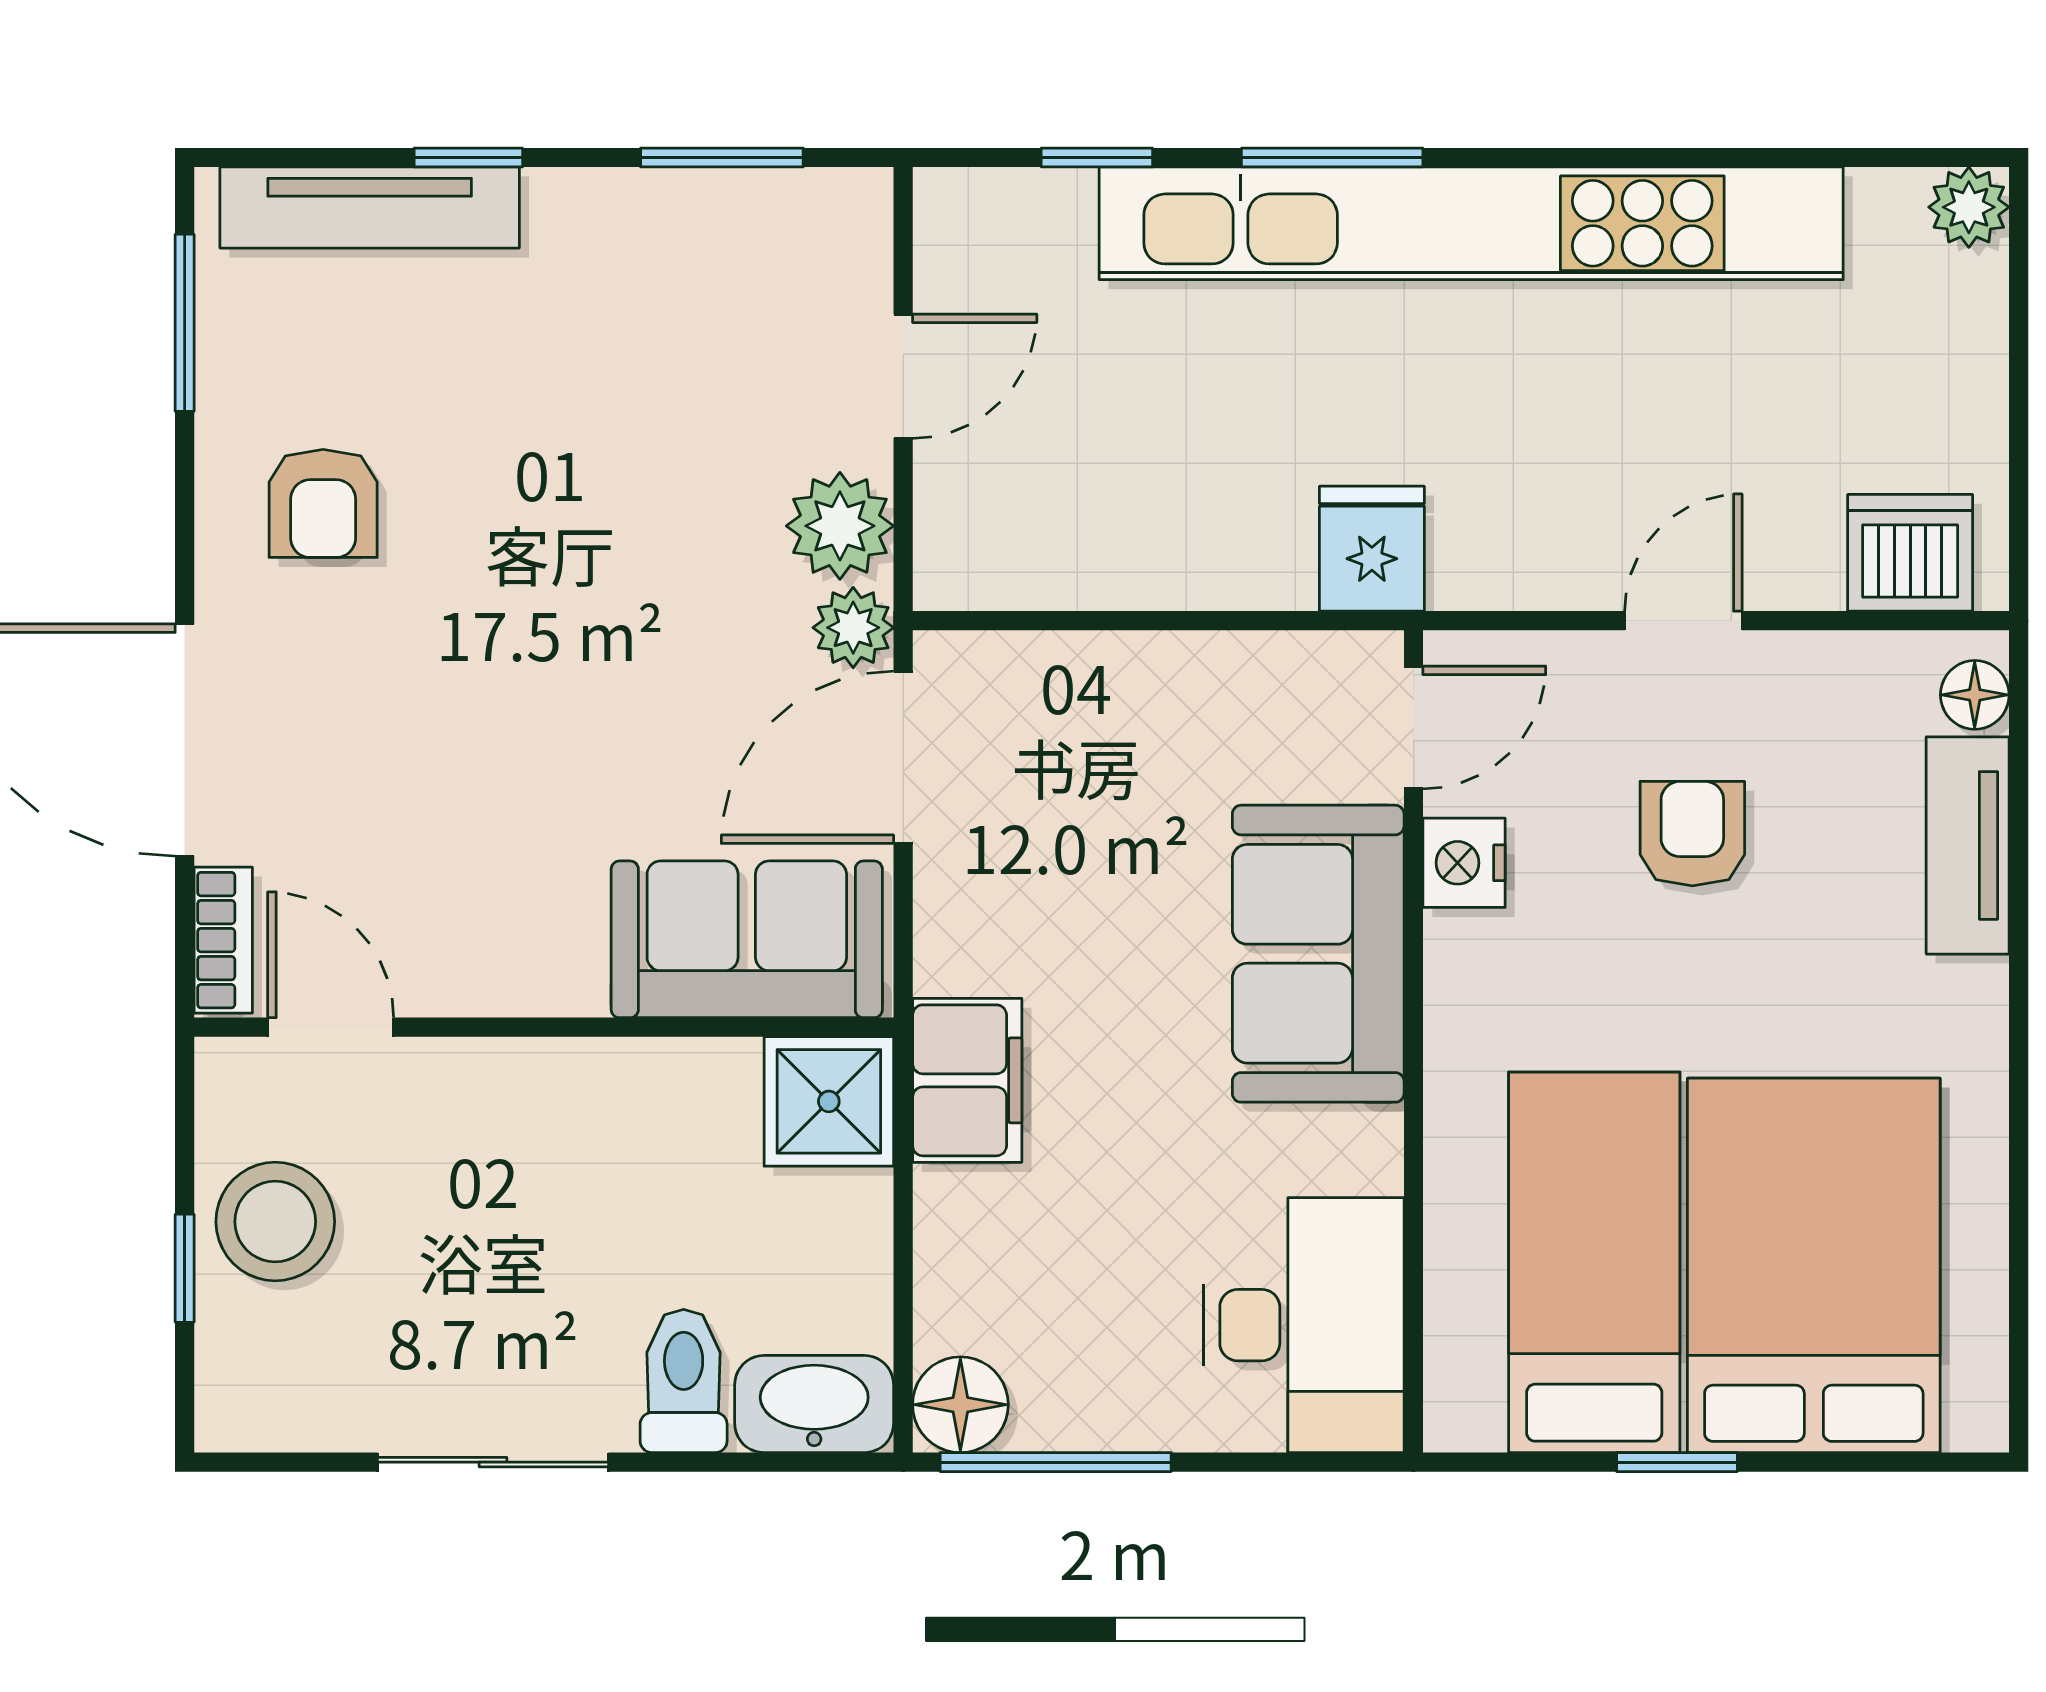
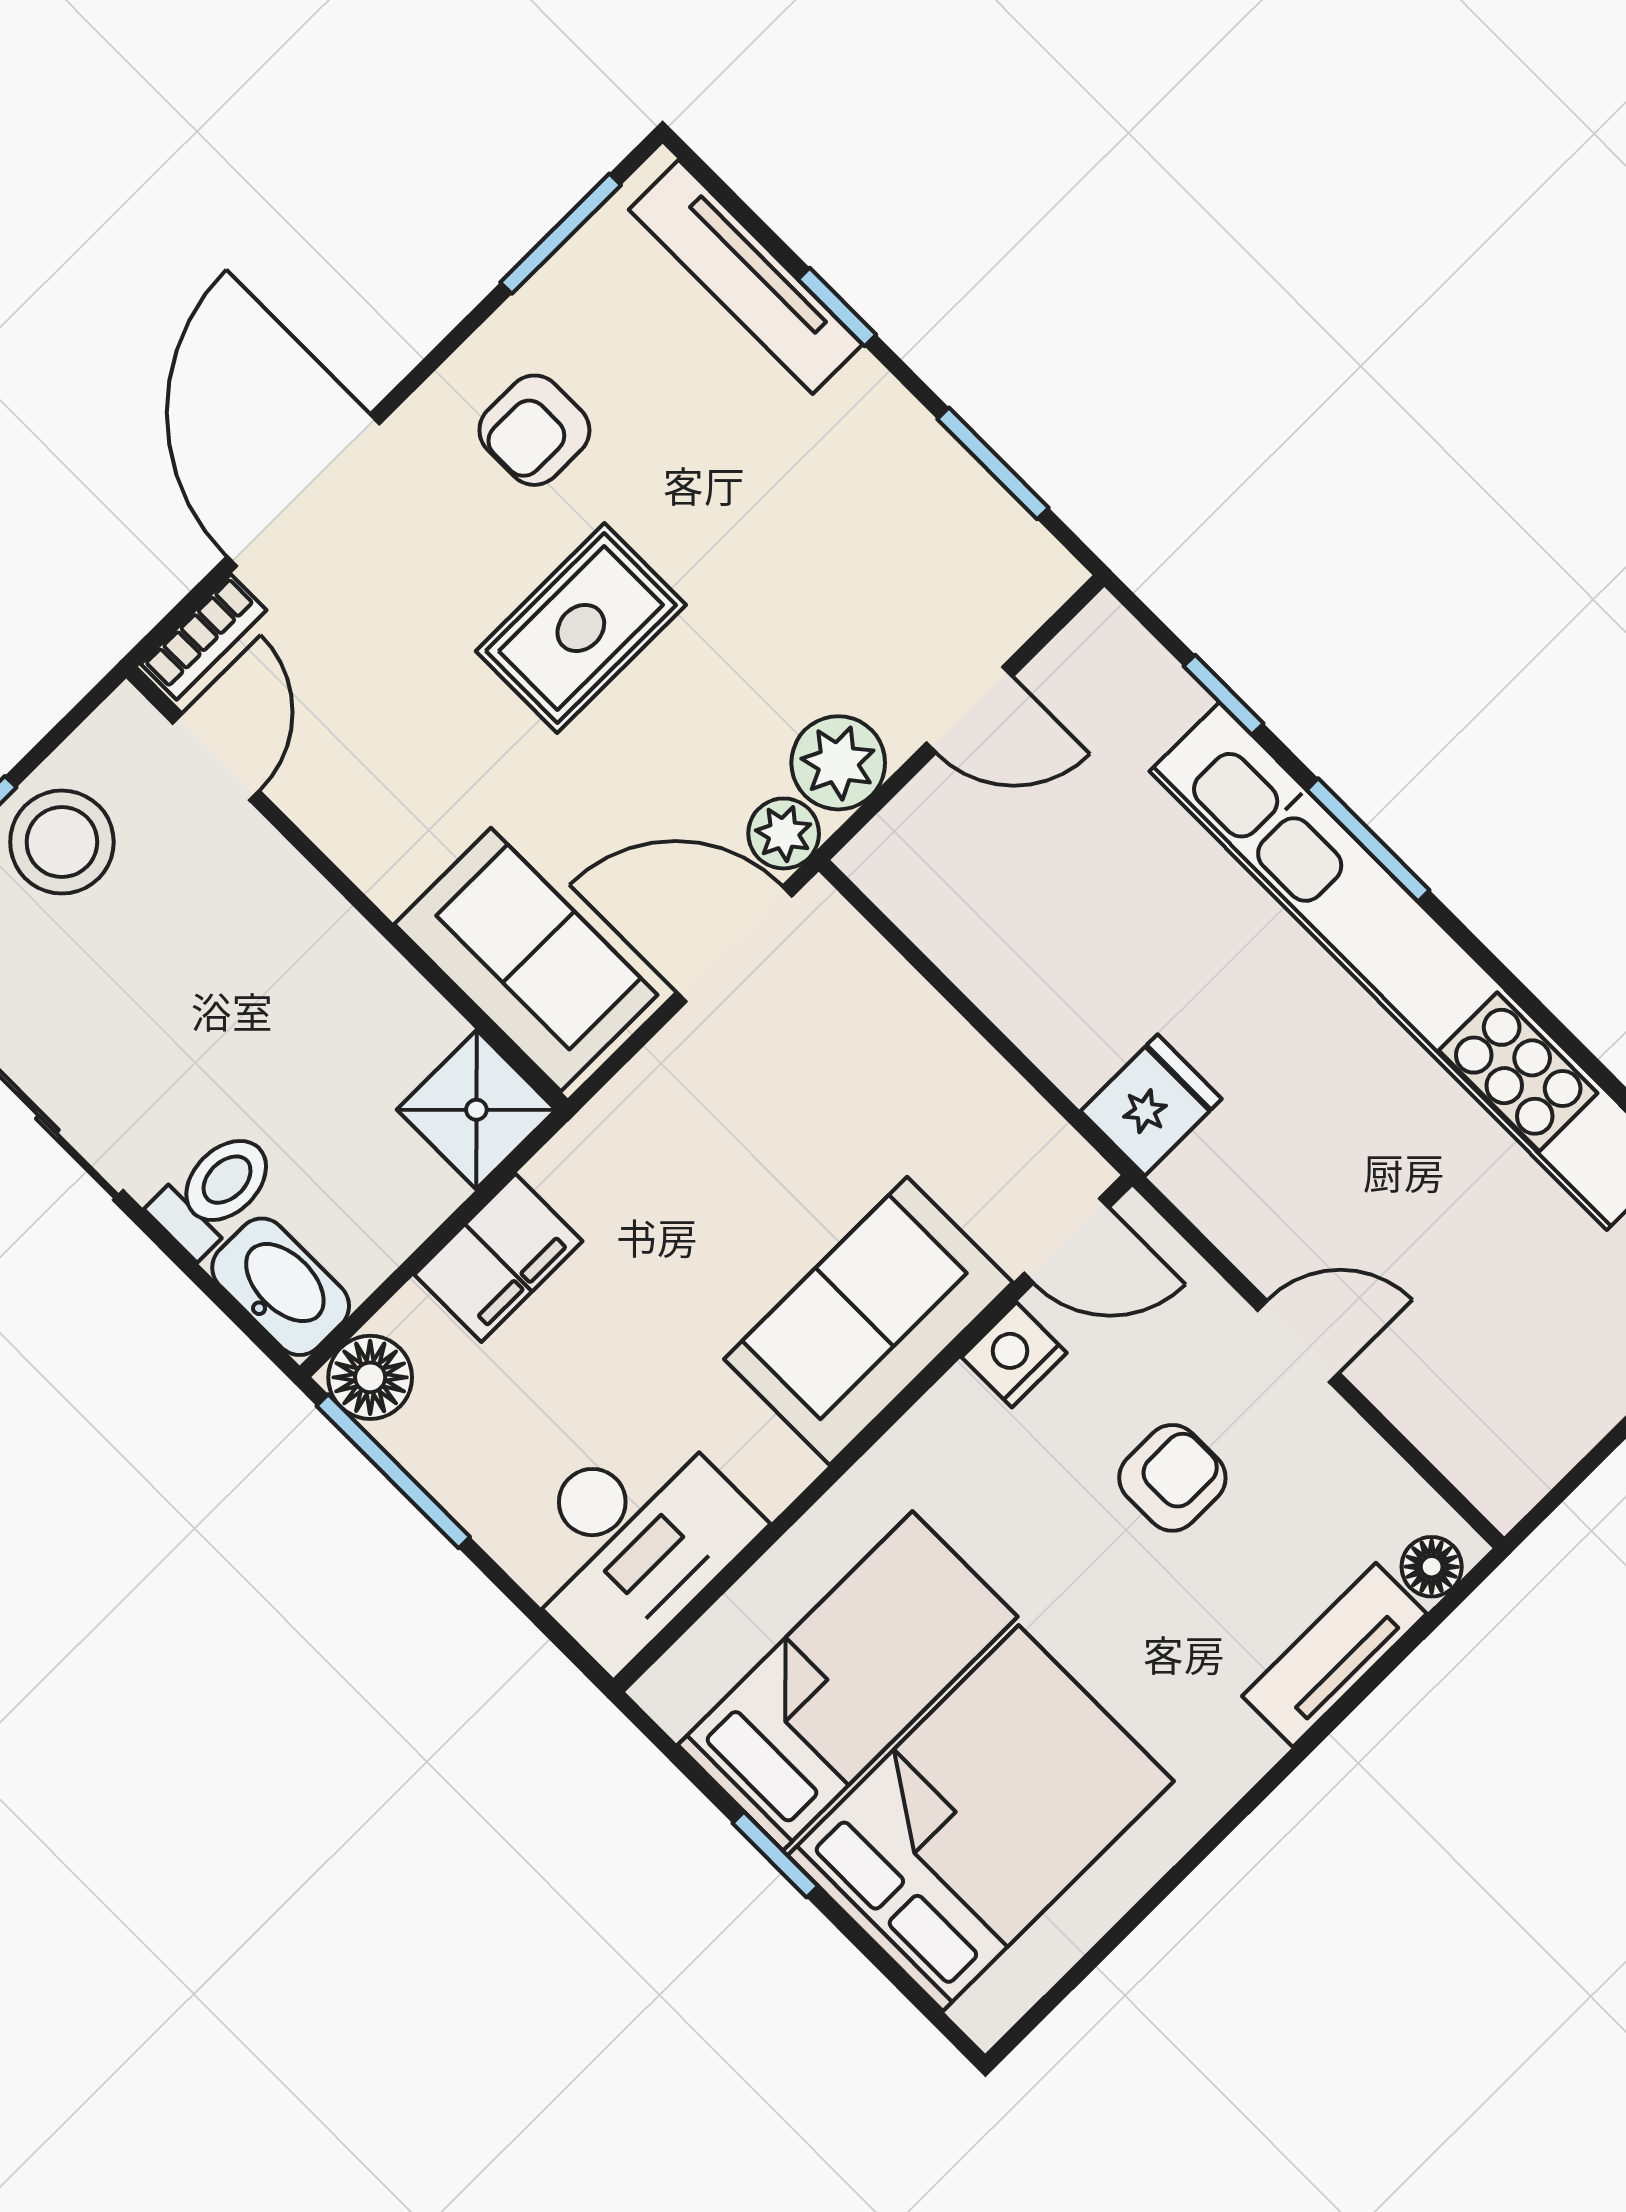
dishwasher: (1910, 553) -> (1480, 1440), removed
rug: (522, 626) -> (581, 628), added
filing cabinet: (967, 1080) -> (498, 1258), moved

